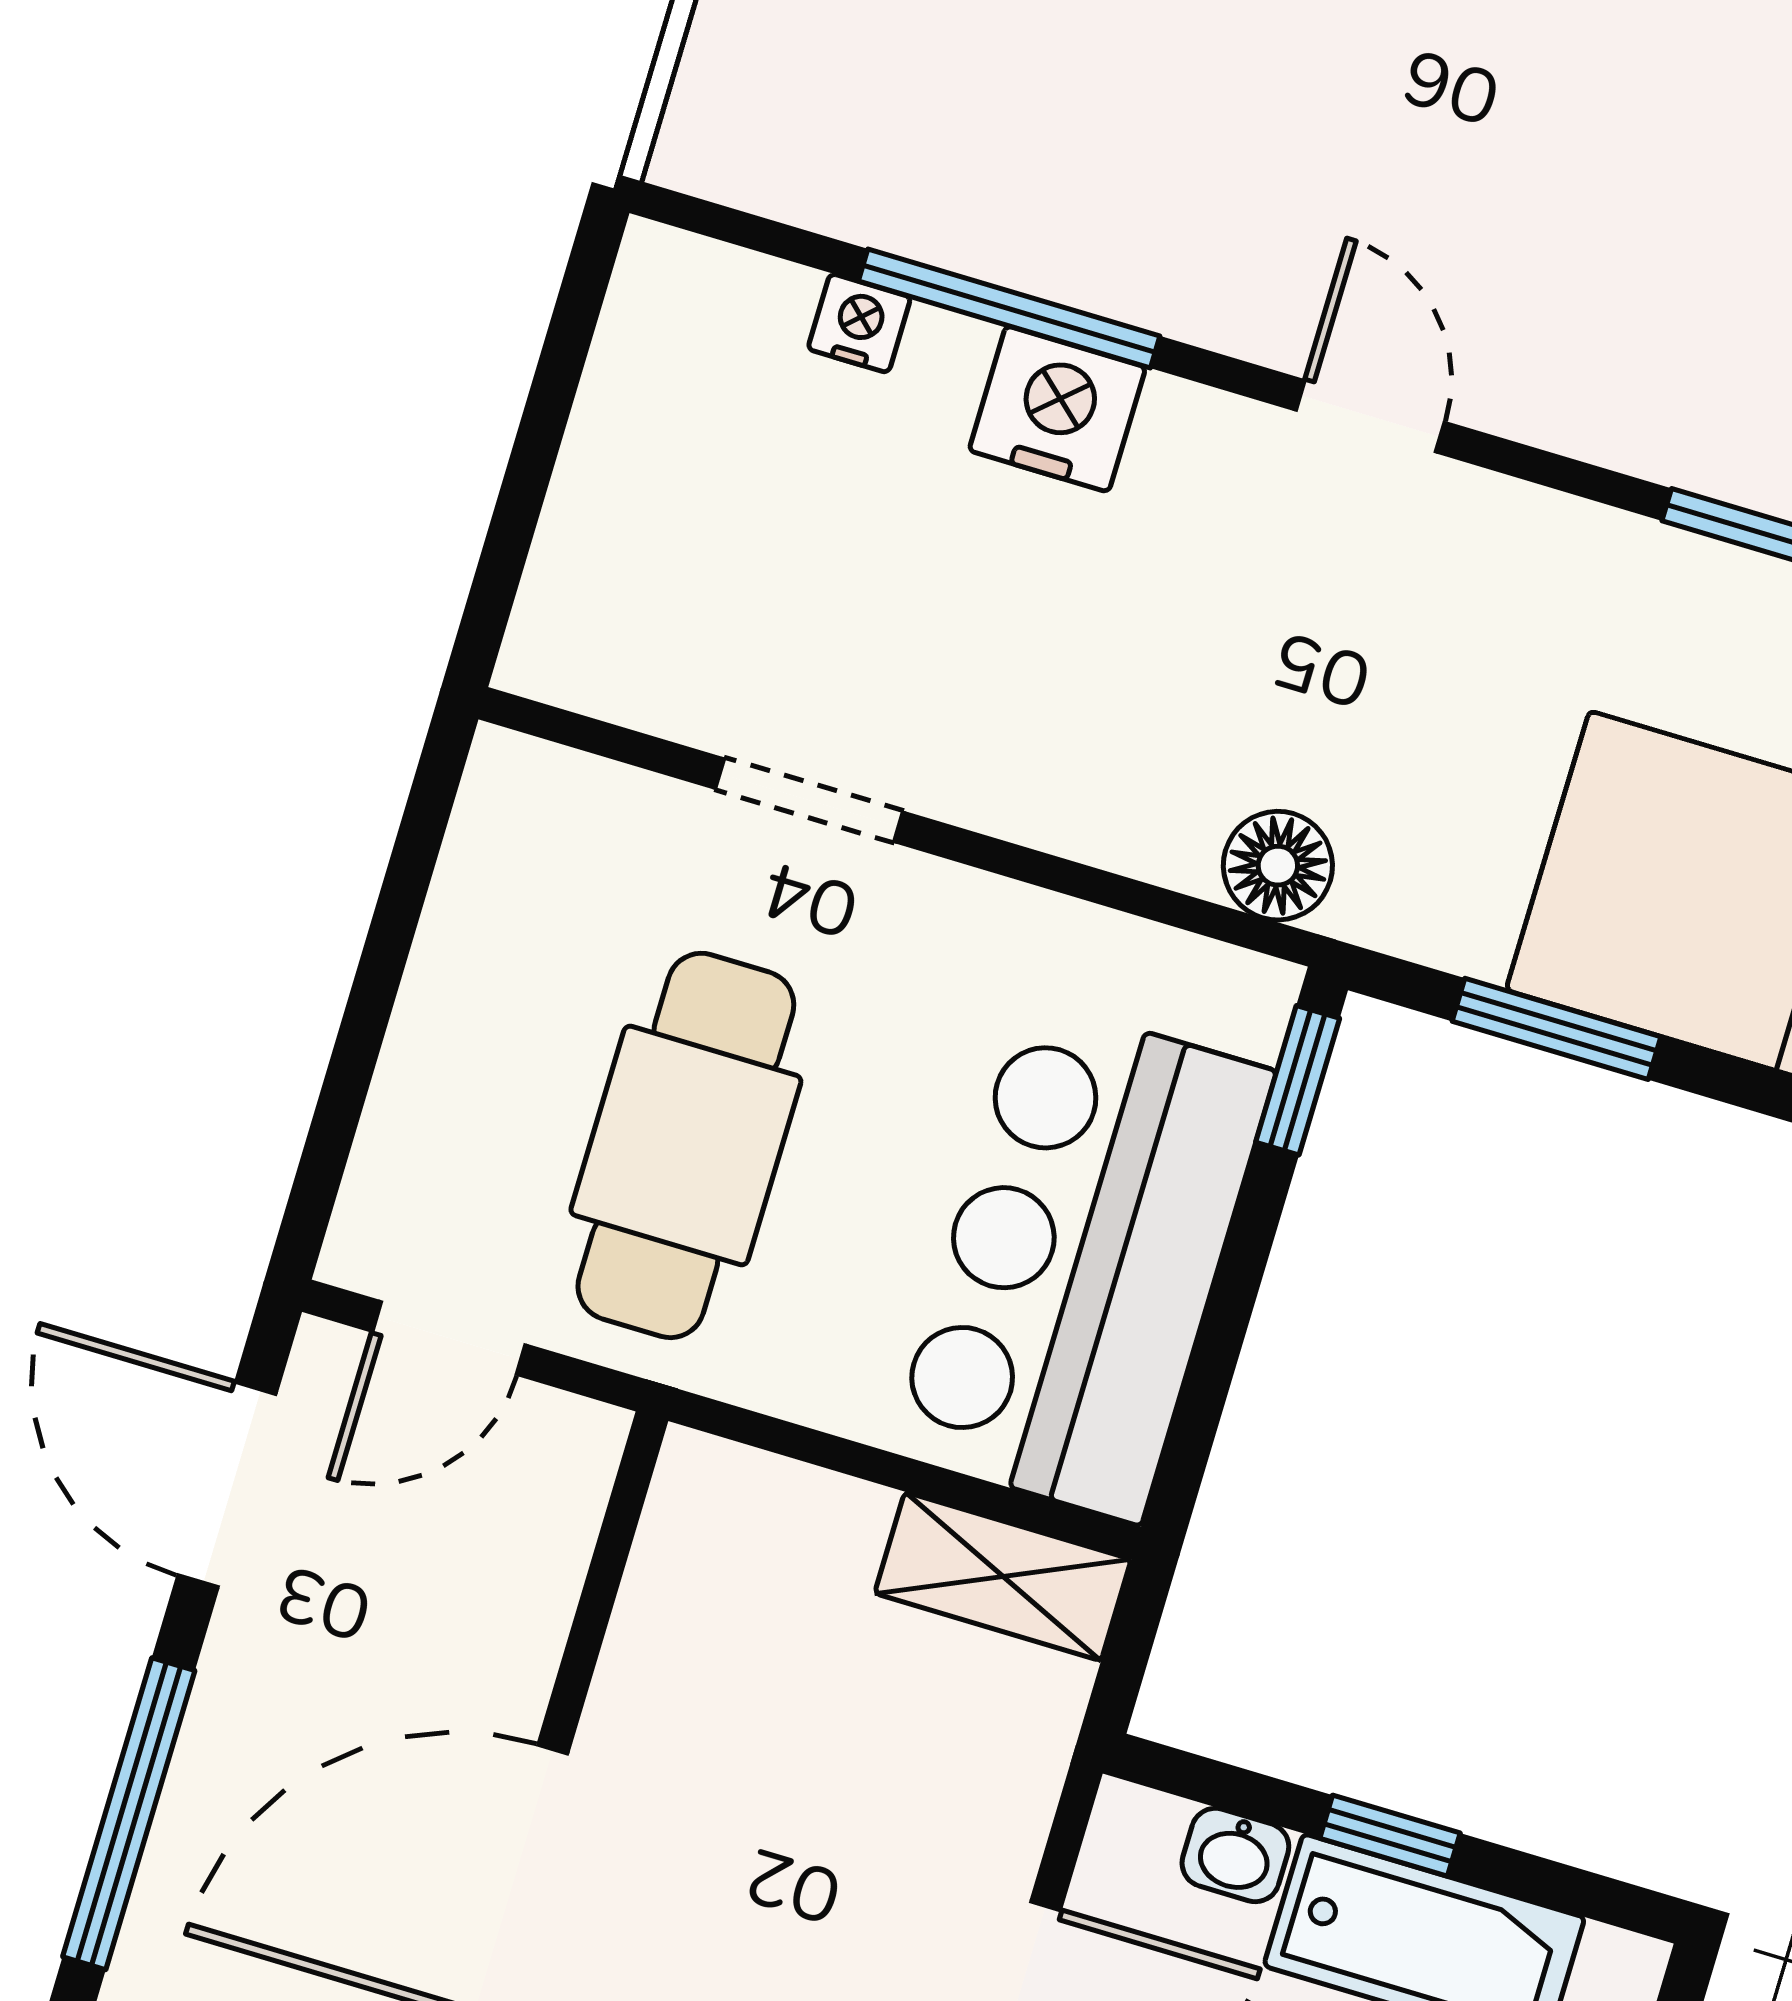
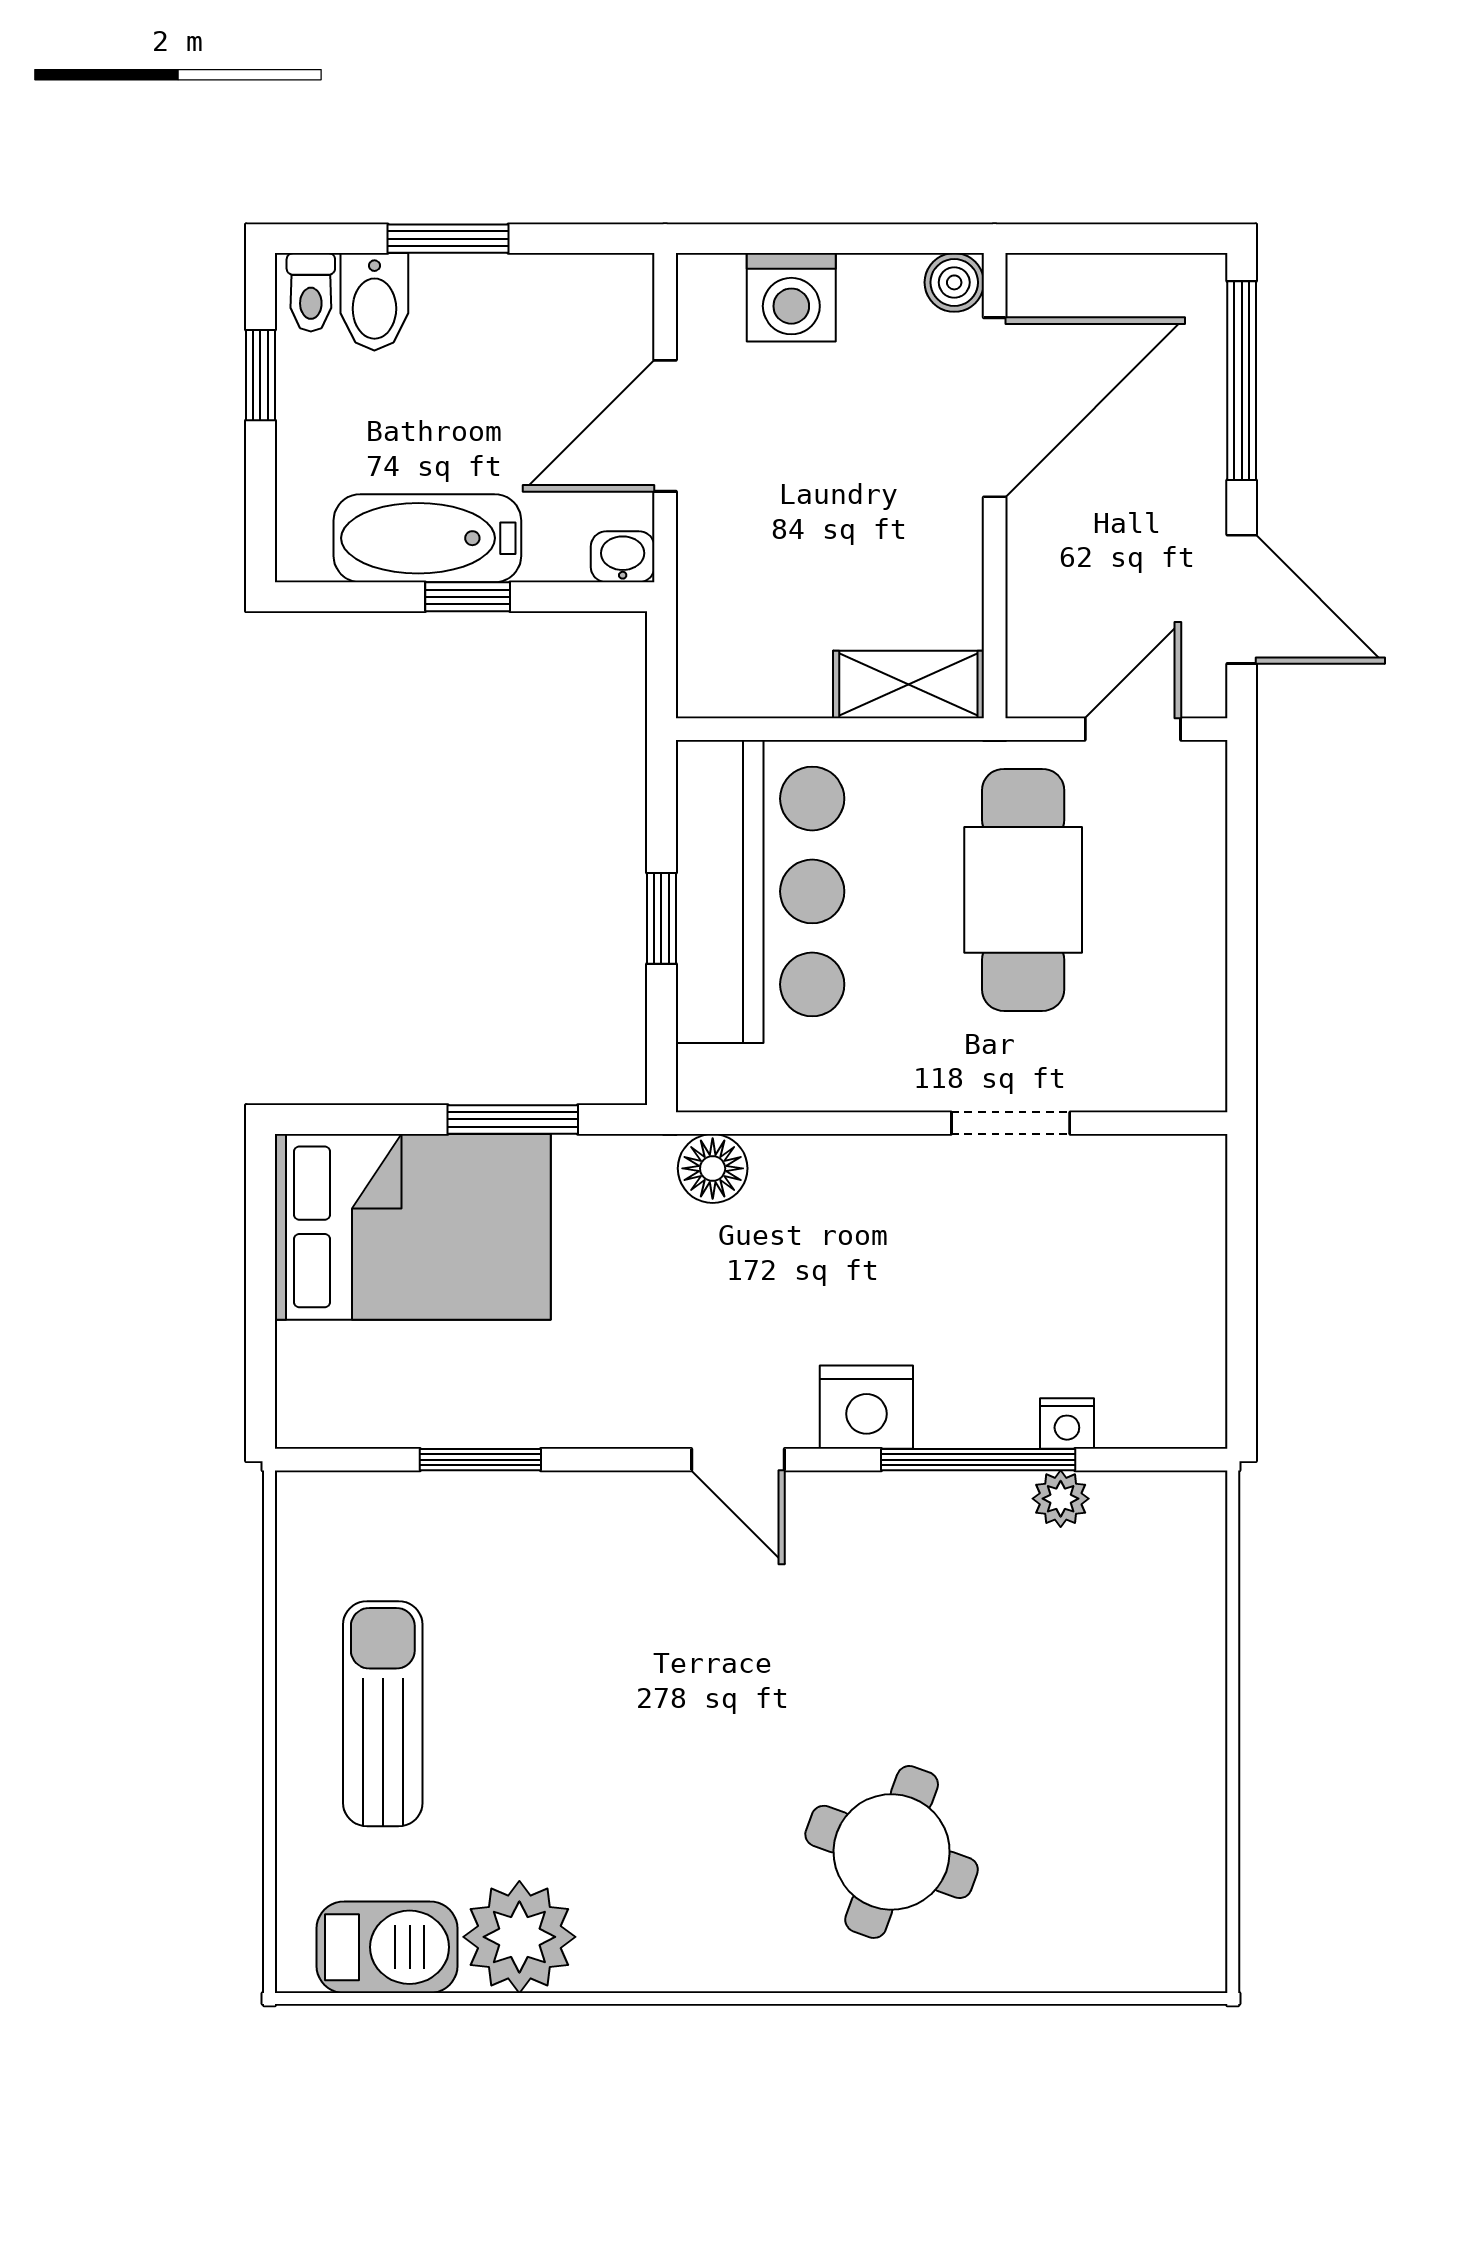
plant: (902, 213) -> (1061, 1499), added
nightstand: (1057, 409) -> (866, 1407), moved
window: (1298, 1080) -> (661, 918), moved
shelving: (1003, 1576) -> (908, 685), moved
washbasin: (1235, 1855) -> (623, 557), moved

